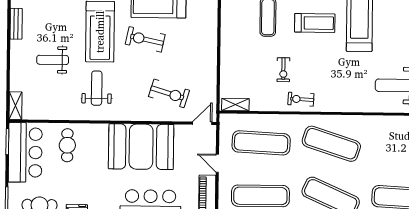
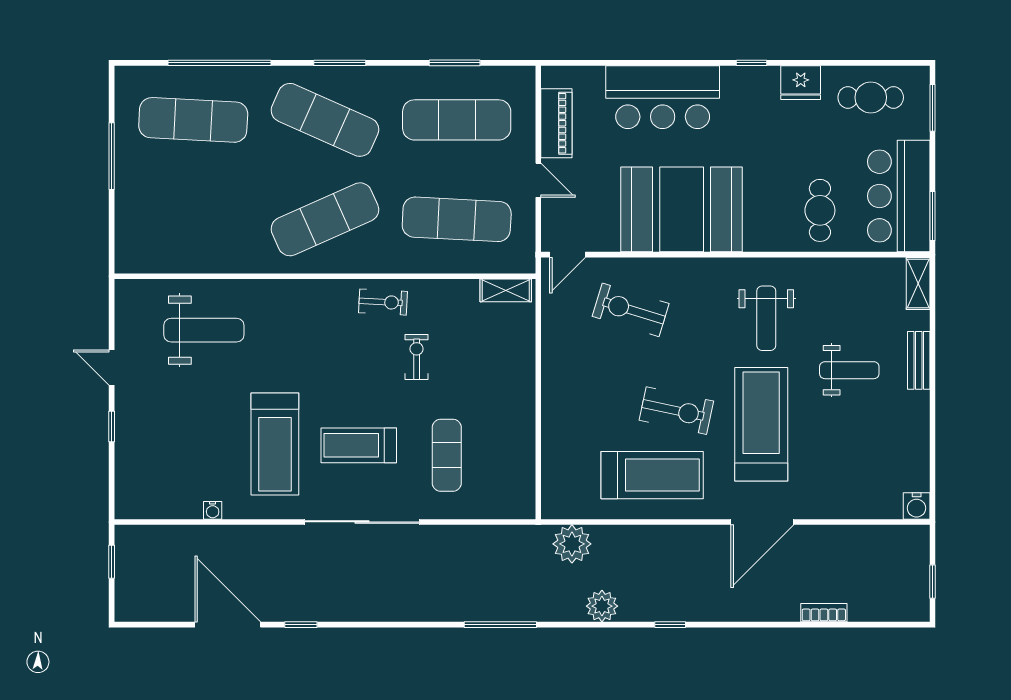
bench: (16, 24) -> (919, 360), moved
exercise mat: (331, 144) -> (325, 219), turned -42

